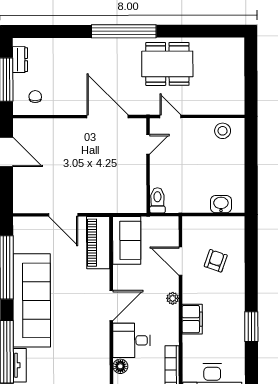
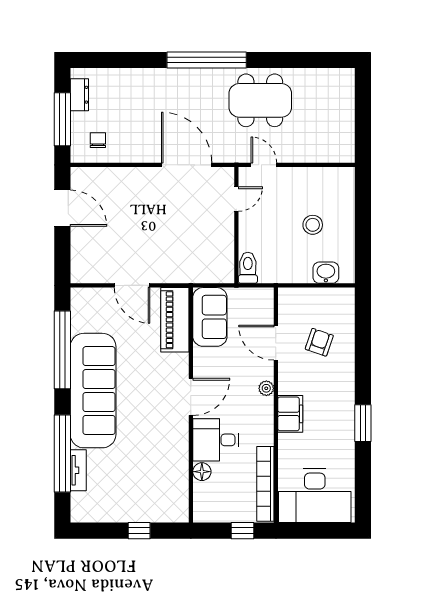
stool: (223, 131) -> (313, 225), moved

